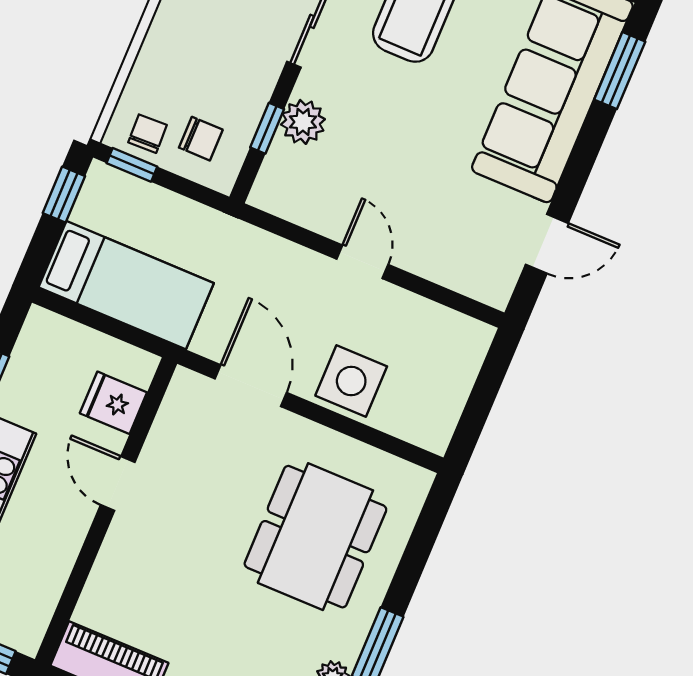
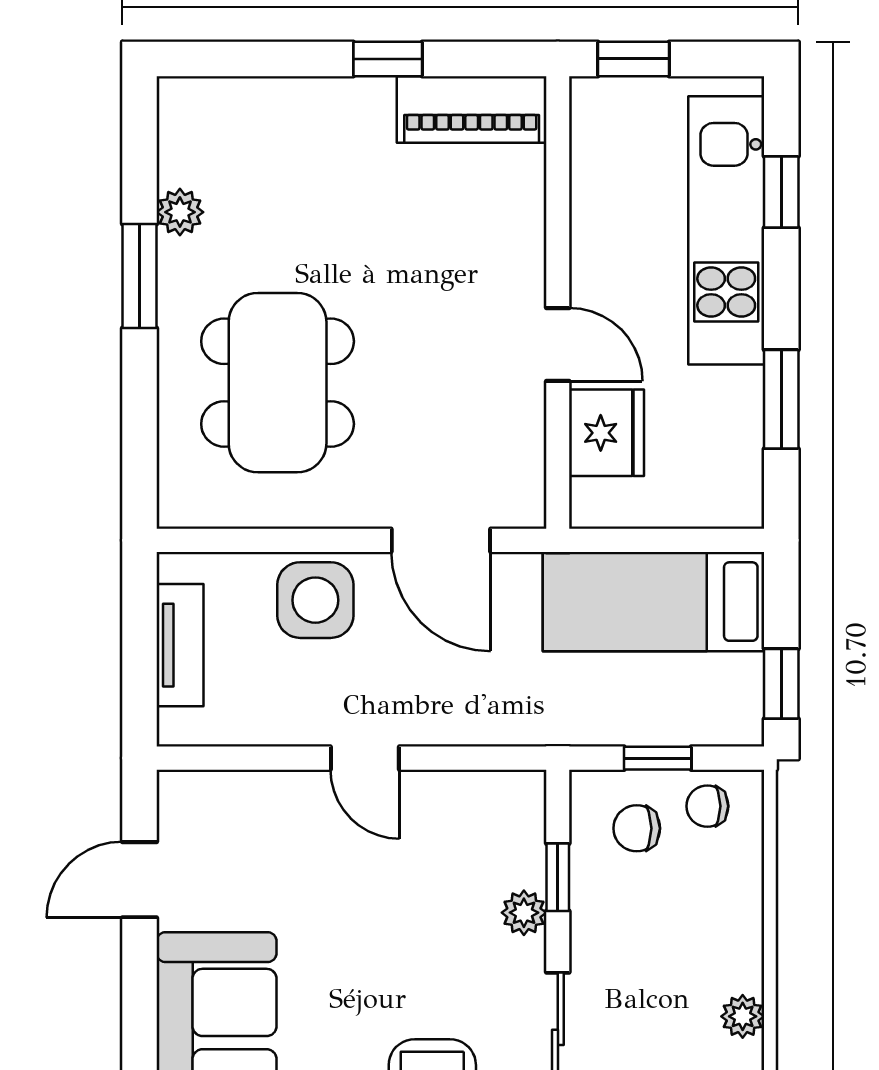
plant: (303, 122) -> (524, 913), width x0.73, depth x0.73
chair: (148, 134) -> (707, 806), turned 92
window: (132, 165) -> (658, 758), moved
tv unit: (454, 389) -> (180, 645), added
fridge: (113, 403) -> (607, 433), width x1.38

